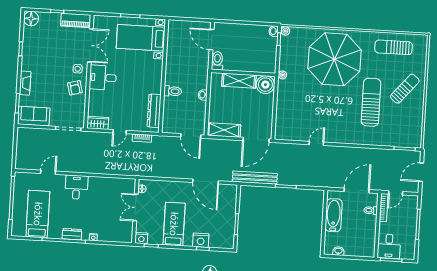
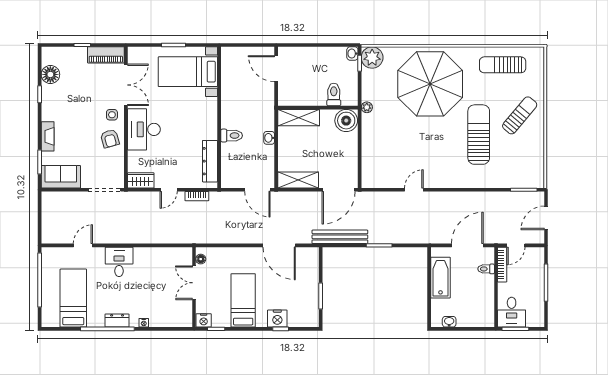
floor lamp: (31, 19) -> (50, 74), moved
plant: (285, 31) -> (372, 58), width x1.87, depth x1.87
toilet: (217, 61) -> (334, 95), moved
desk: (103, 78) -> (144, 129), width x1.37
shelving: (239, 81) -> (299, 118), moved

